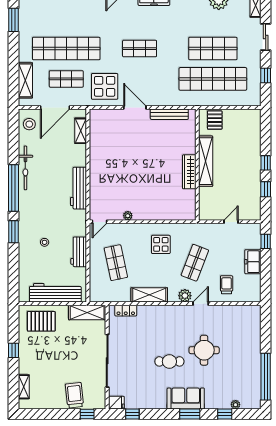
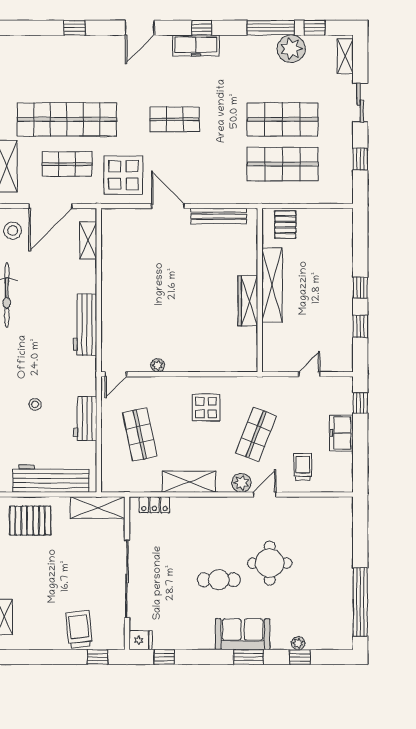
shop shelf: (213, 79) -> (283, 164), width x0.71
plant: (236, 405) -> (298, 643), moved

